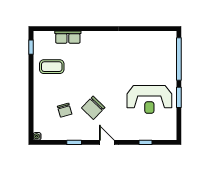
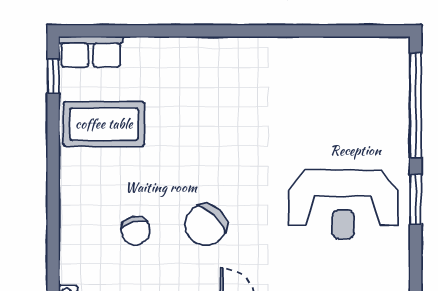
row of seats: (68, 37) -> (91, 52), moved
coffee table: (52, 67) -> (104, 124), width x1.36, depth x1.32

